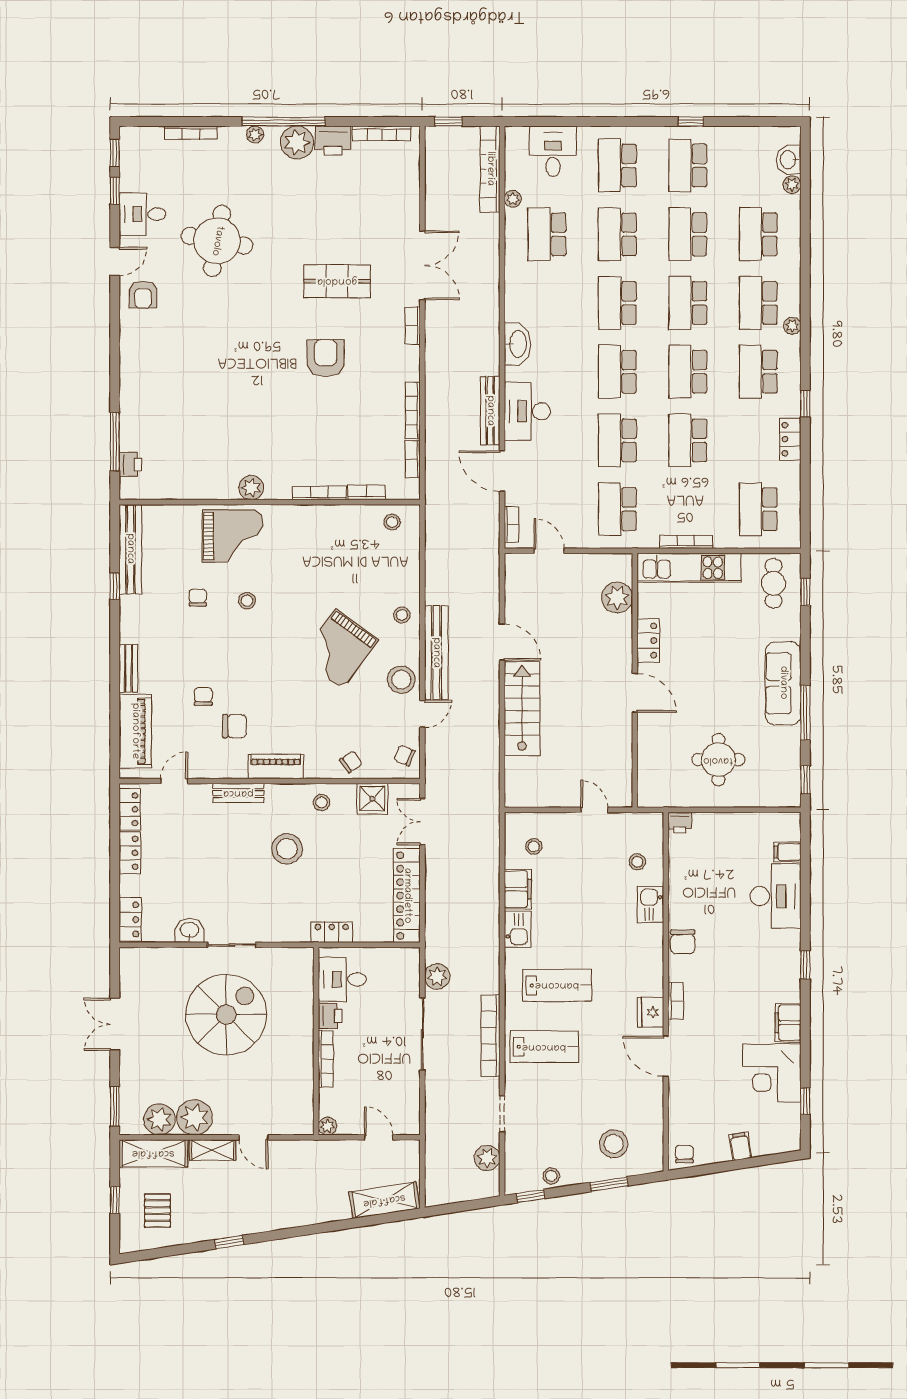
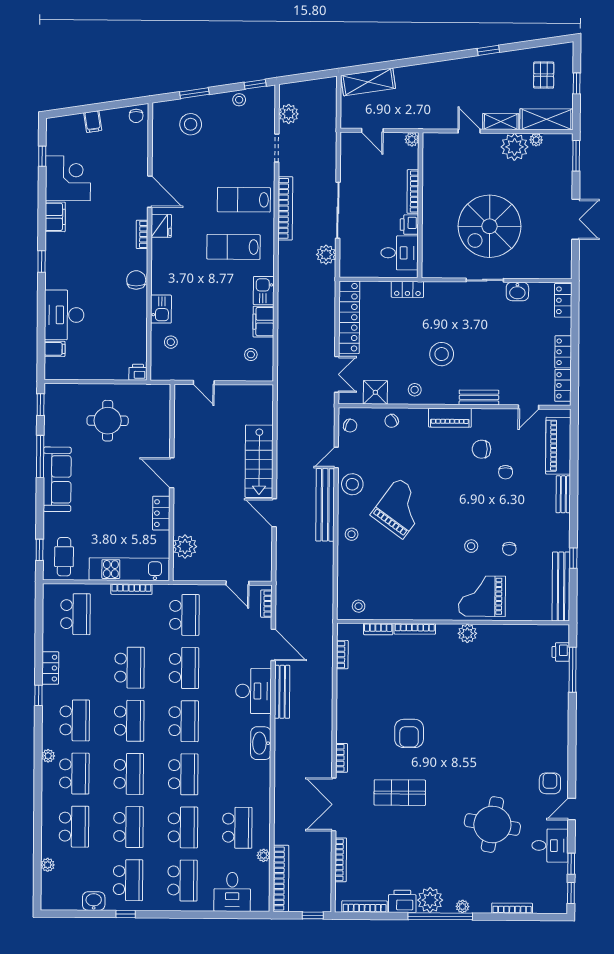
washbasin: (789, 160) -> (94, 901), moved, turned -90
bookcase: (413, 410) -> (341, 860), moved
plant: (159, 1119) -> (536, 140), width x0.53, depth x0.53

